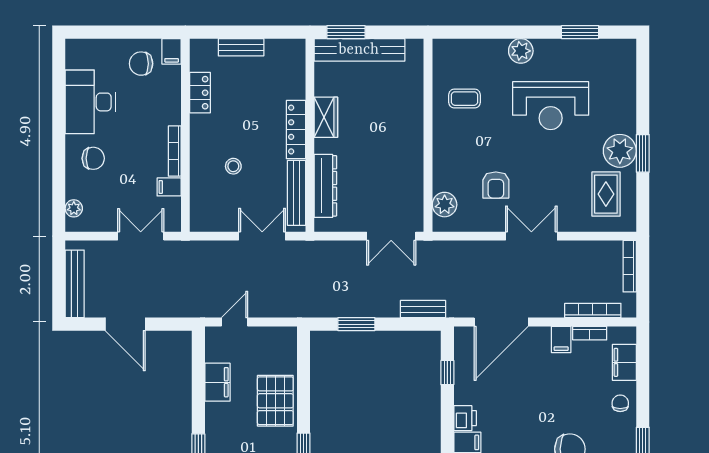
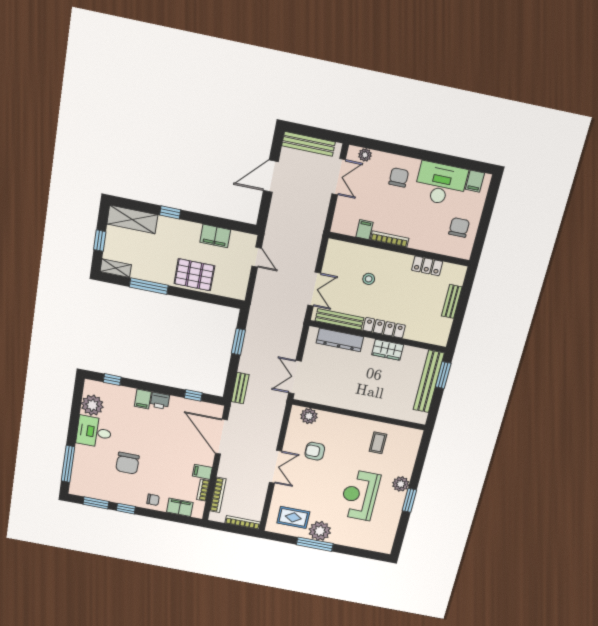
window: (580, 32) -> (409, 500), moved
filing cabinet: (172, 51) -> (475, 181), moved, turned -90
window: (643, 153) -> (315, 544), width x1.44
chair: (93, 158) -> (399, 177), turned 180
double door: (141, 236) -> (339, 177), moved

